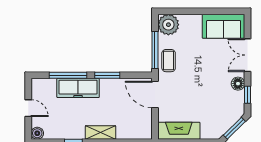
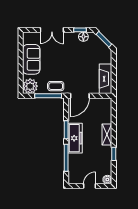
sofa: (224, 26) -> (31, 59), moved
floor lamp: (238, 84) -> (83, 37), moved
freezer: (78, 88) -> (75, 138), moved

